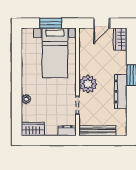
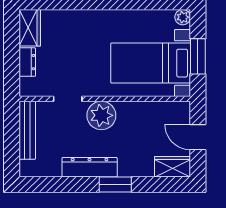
plant: (26, 99) -> (183, 17), moved
dresser: (67, 131) -> (27, 62), moved

